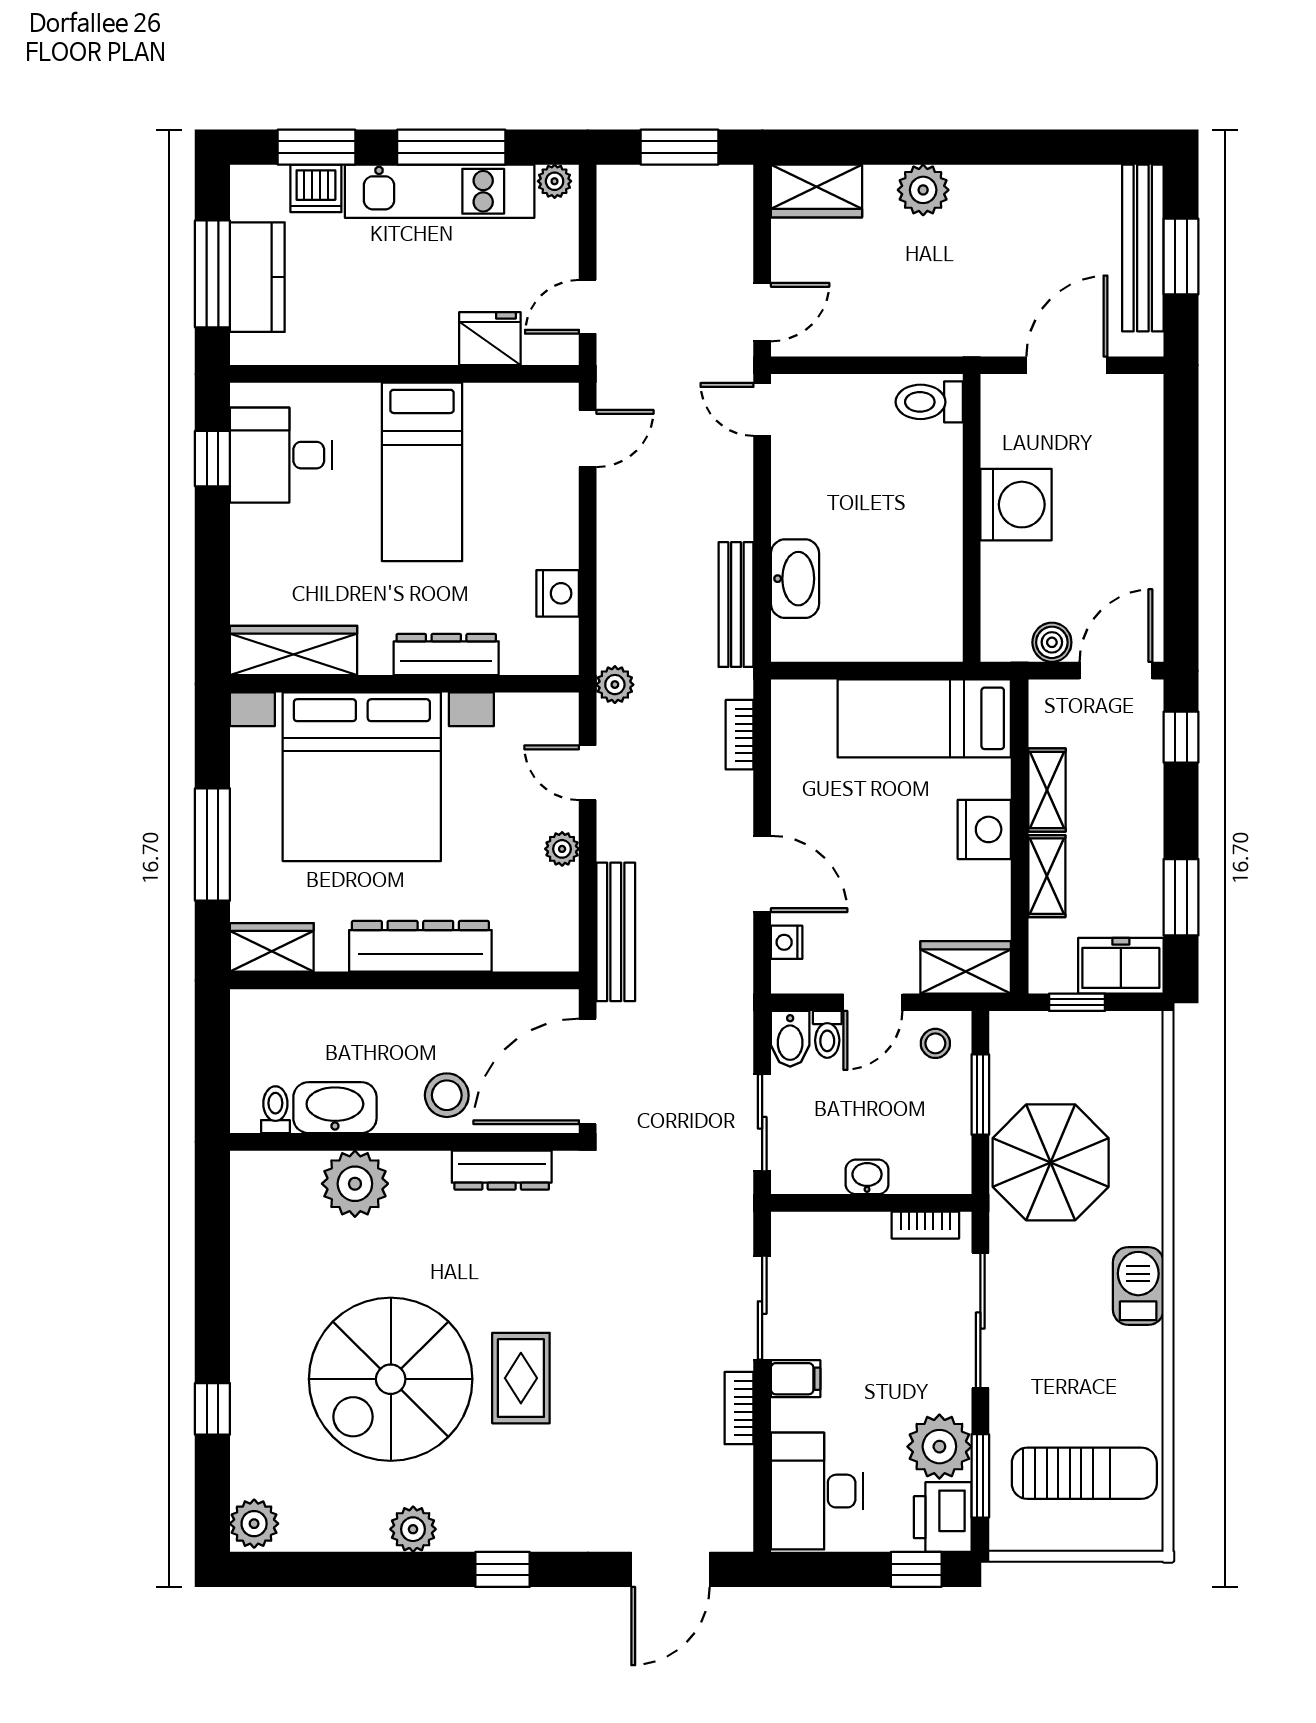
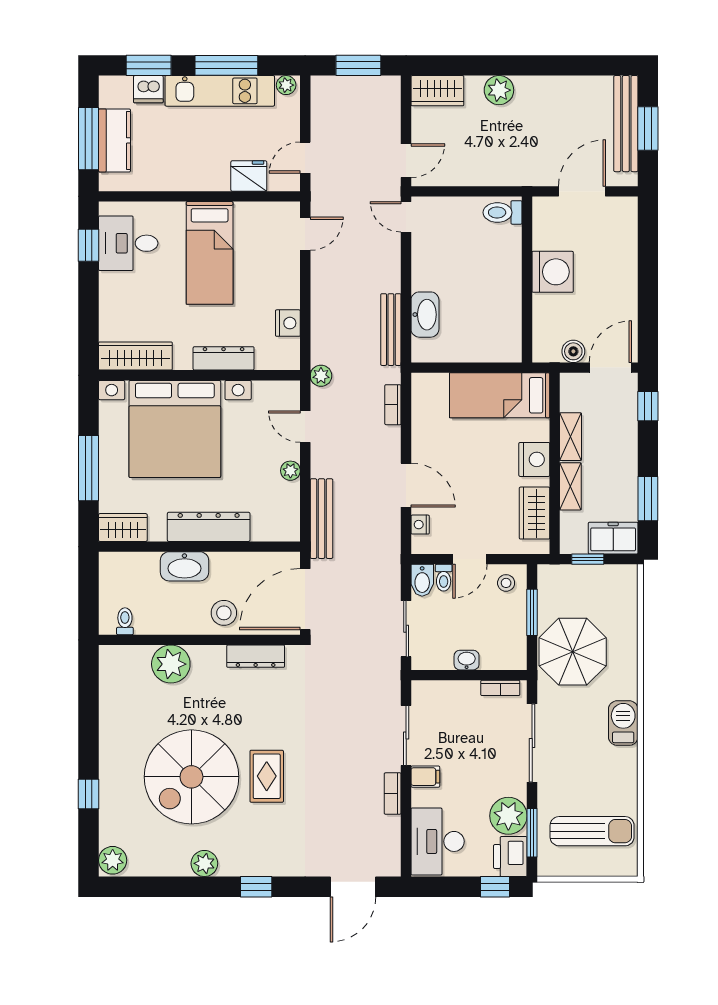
wardrobe: (966, 967) -> (534, 513), moved, turned -90
washbasin: (335, 1108) -> (184, 566), moved, turned 180

